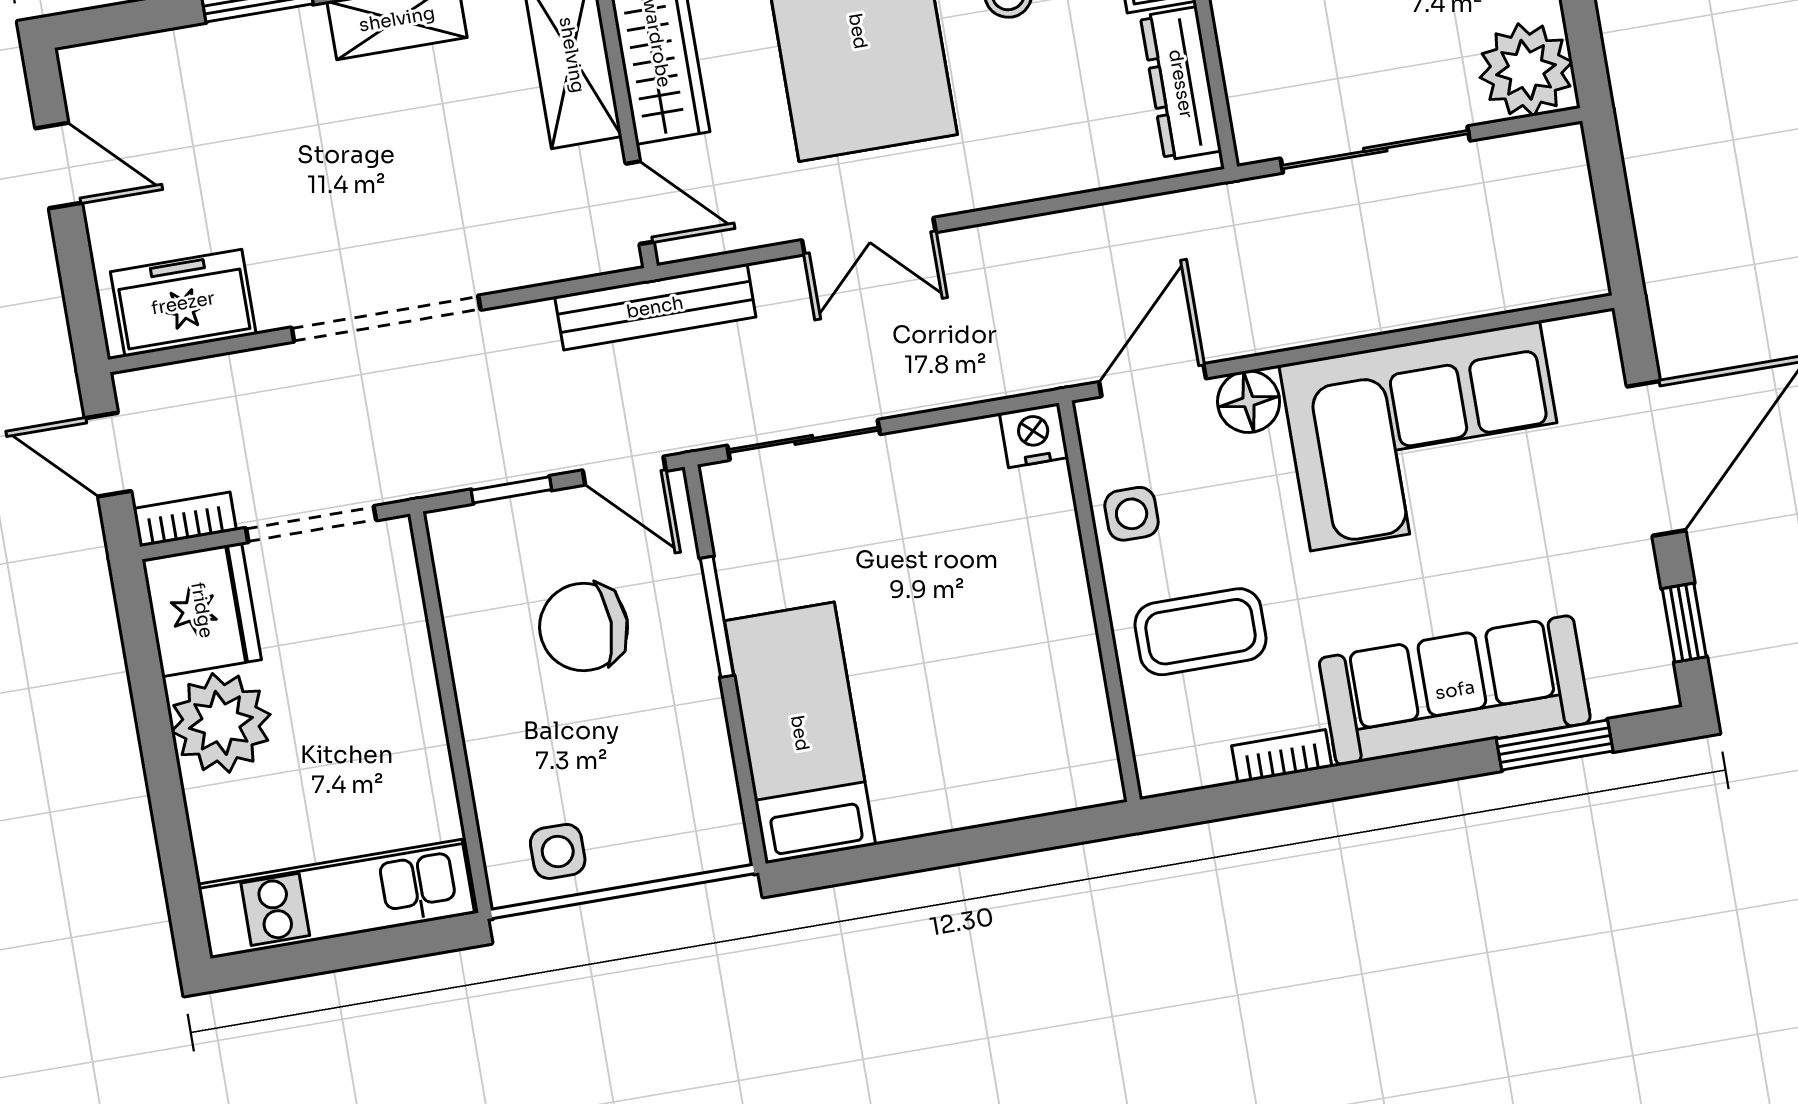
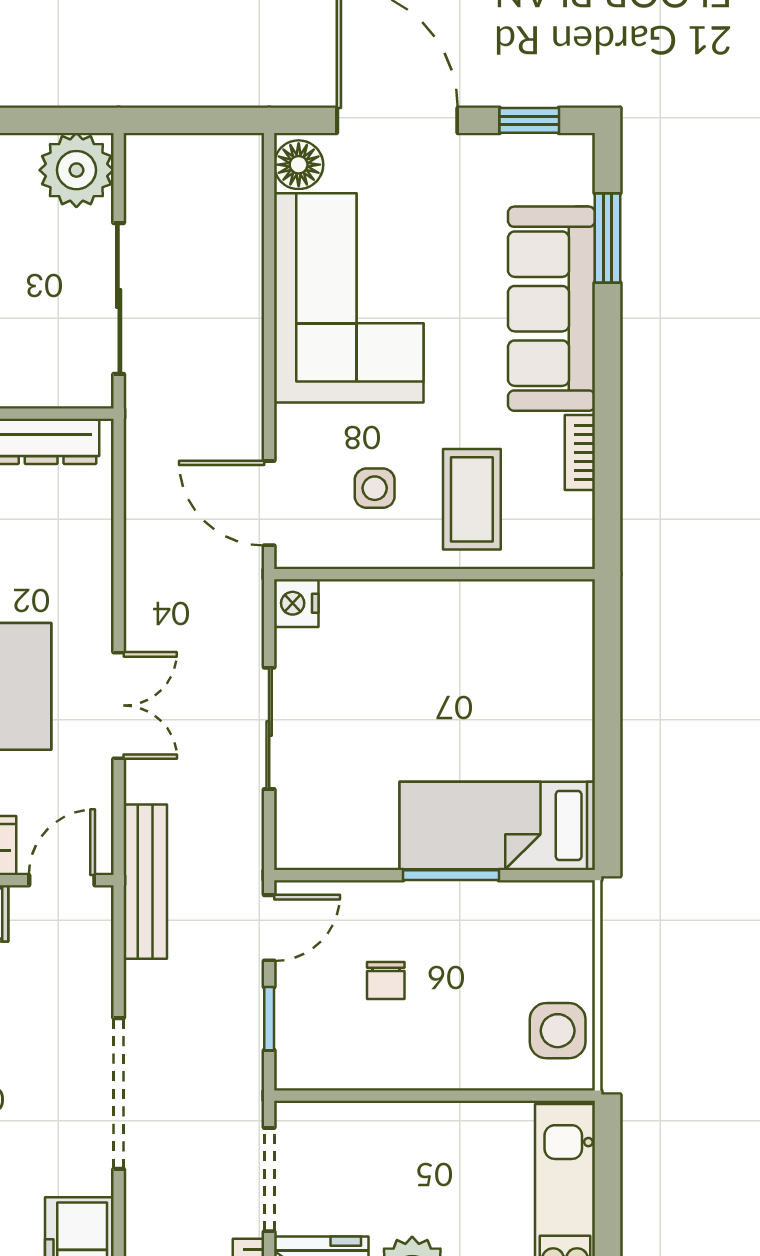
floor lamp: (1249, 402) -> (299, 165), moved
sliding door: (804, 440) -> (269, 728), moved
side table: (1132, 514) -> (375, 488), moved
window: (717, 617) -> (451, 875), moved
chair: (584, 627) -> (386, 980), width x0.54, depth x0.54
side table: (558, 851) -> (558, 1031), width x1.37, depth x1.37

